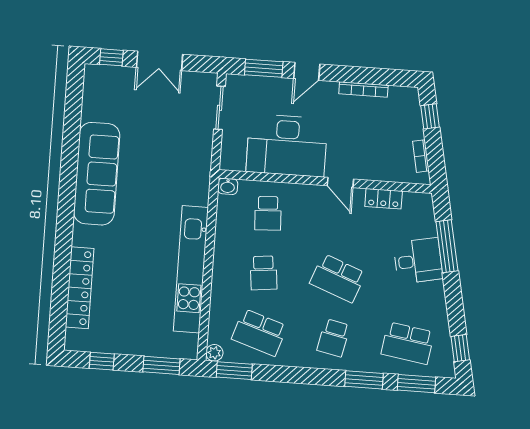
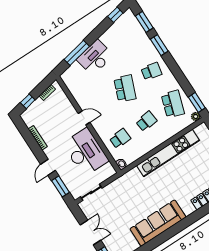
door: (307, 71) -> (48, 167), swing flipped
door: (340, 182) -> (84, 118), hinge flipped
locker: (384, 199) -> (77, 95), removed
desk: (418, 261) -> (95, 57), width x1.37
school desk: (408, 343) -> (130, 38), removed

